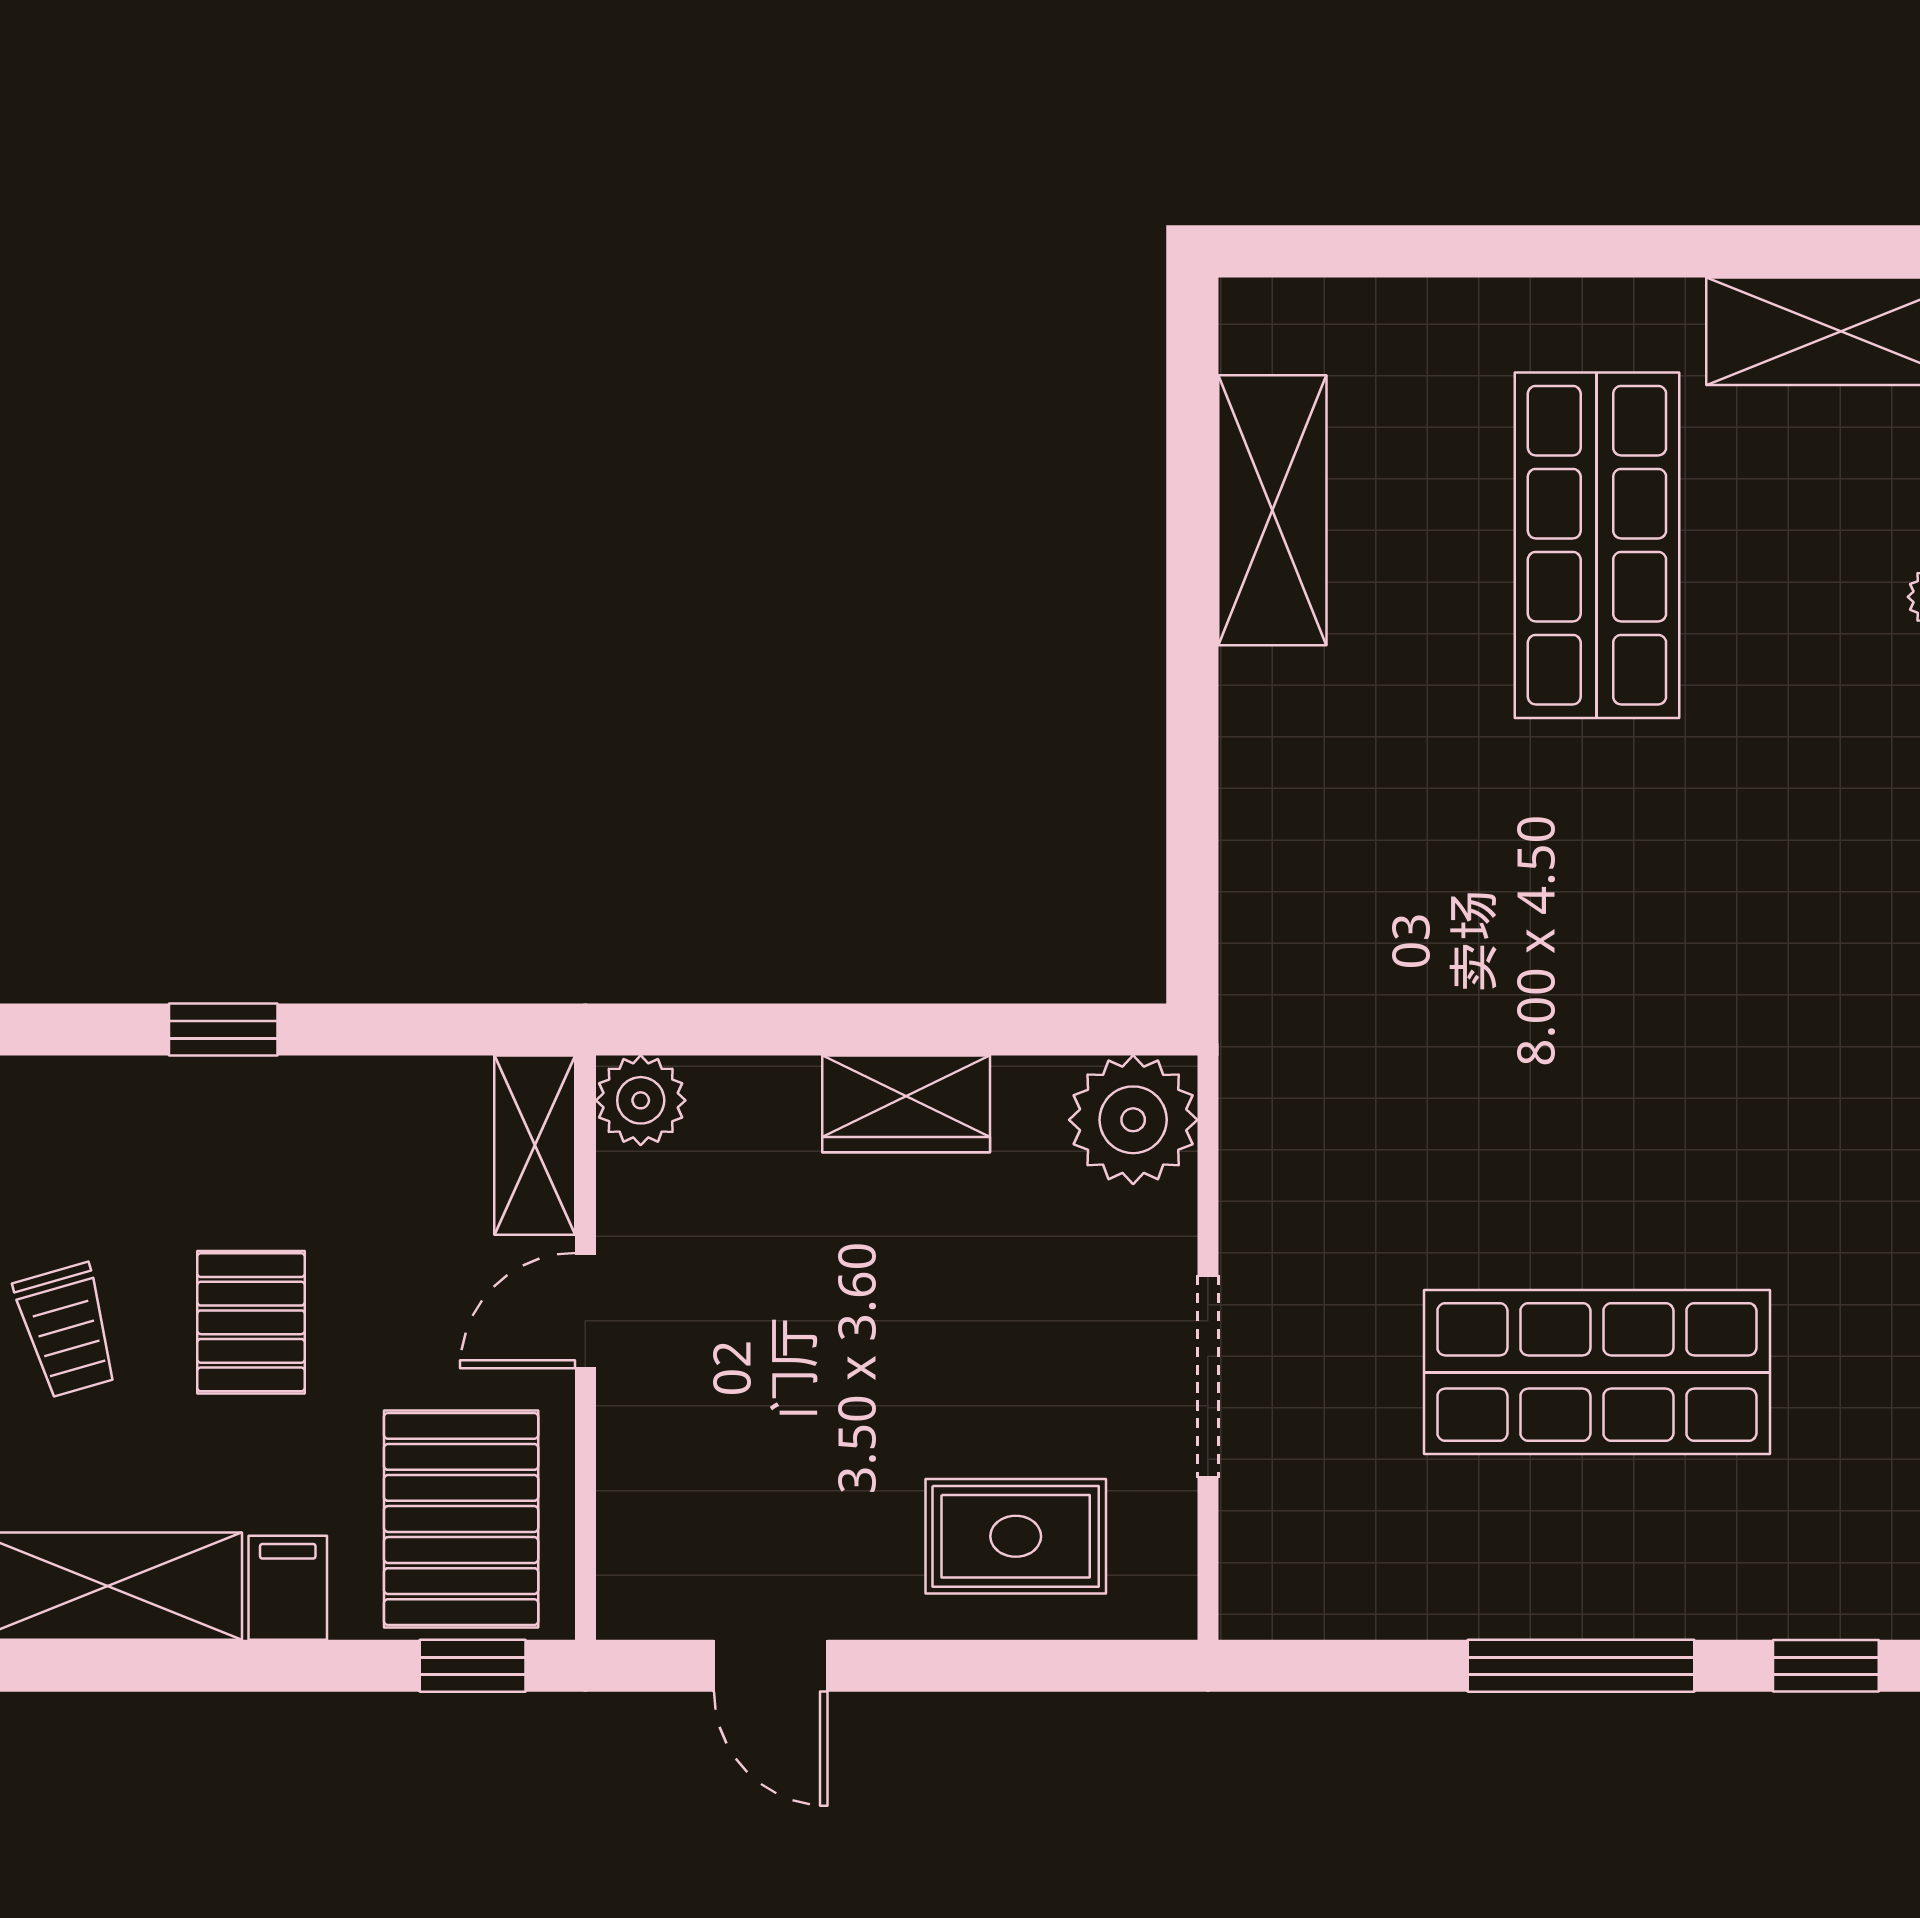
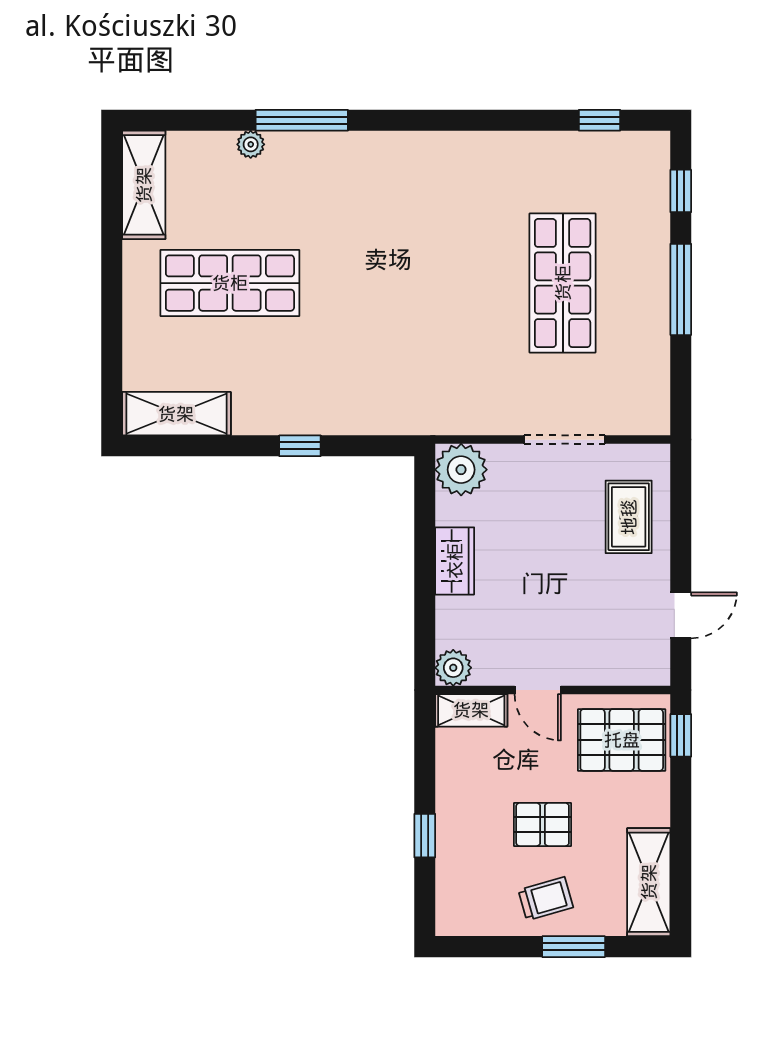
shelving: (1272, 510) -> (176, 414), moved
window: (1192, 719) -> (300, 446), added
filing cabinet: (288, 1588) -> (649, 810), removed

